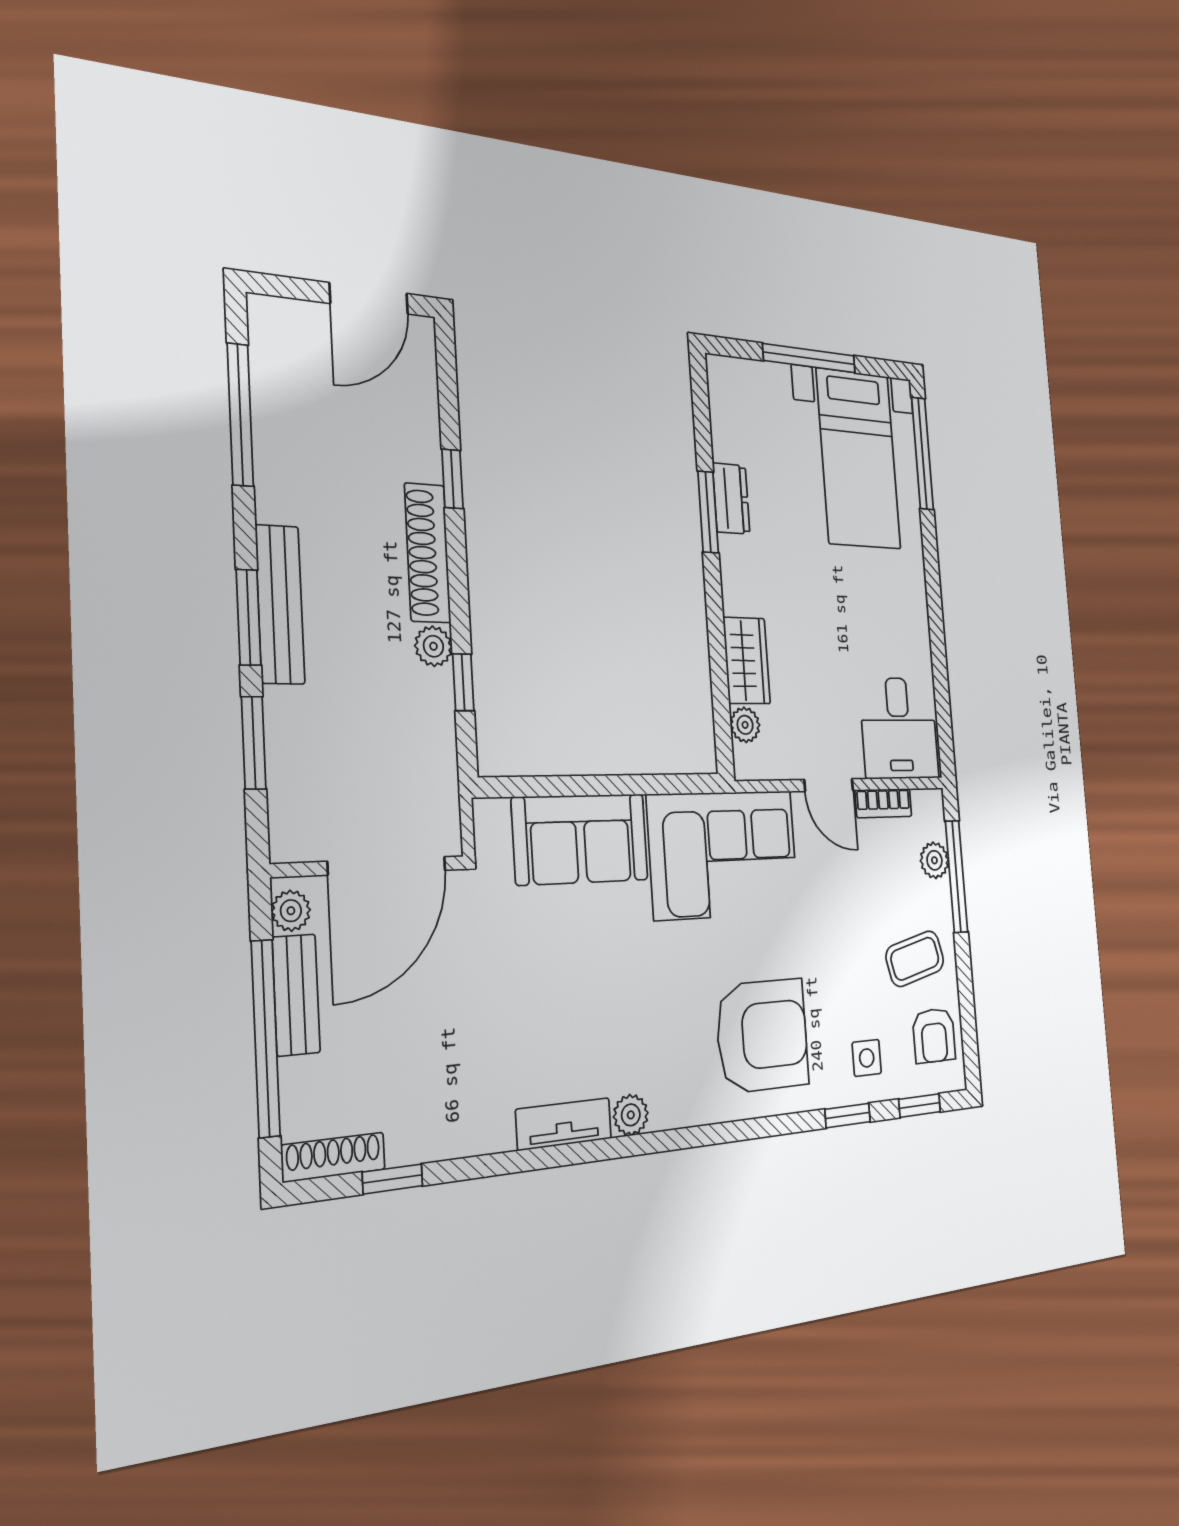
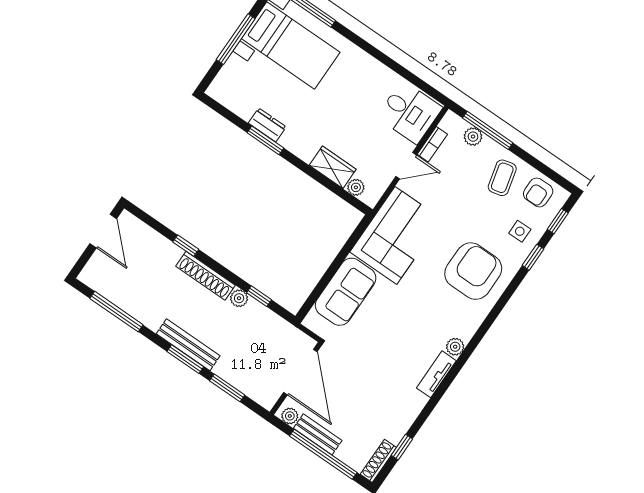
armchair: (934, 1035) -> (538, 192), turned 90

